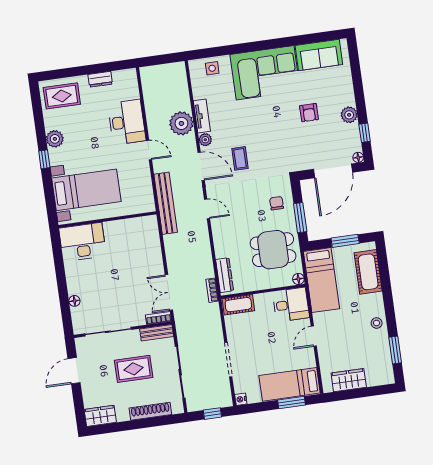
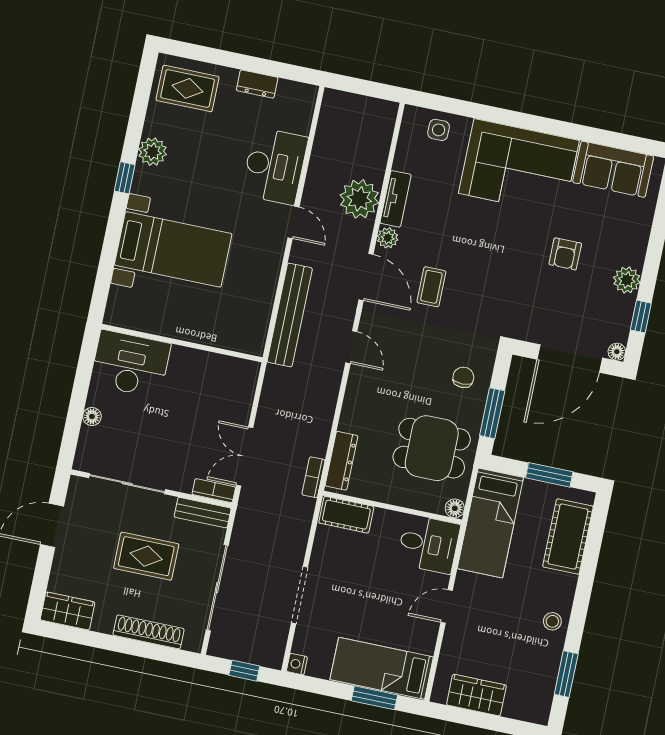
wall: (107, 220) -> (182, 343), moved
desk: (83, 242) -> (130, 364), moved

